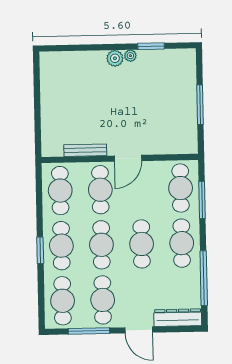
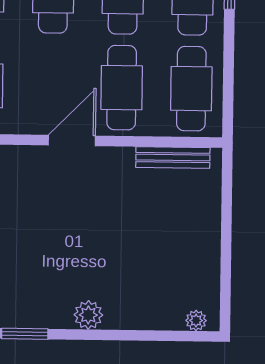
plant: (130, 56) -> (196, 320), moved
bench: (85, 150) -> (173, 157), moved

